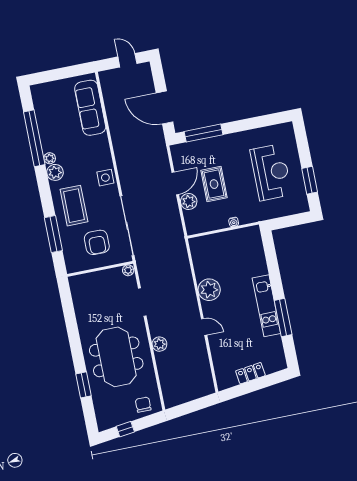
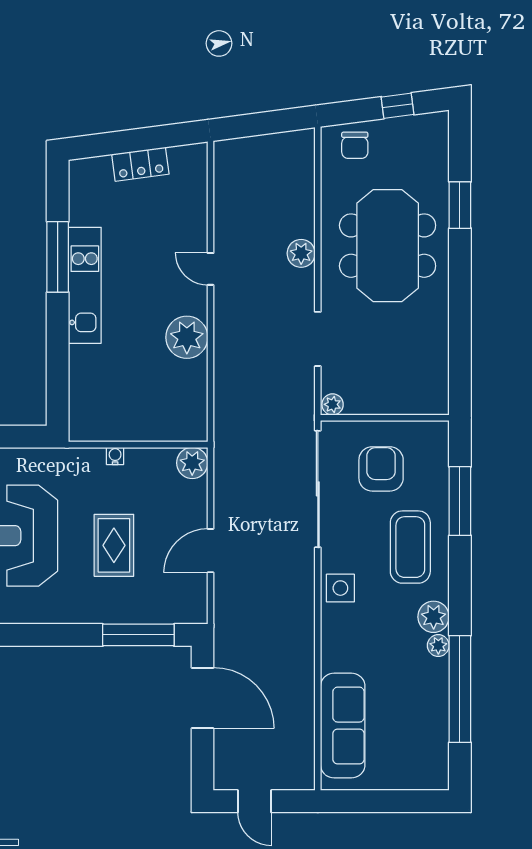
rug: (214, 184) -> (114, 545), moved
plant: (189, 202) -> (192, 463), moved

